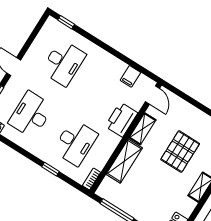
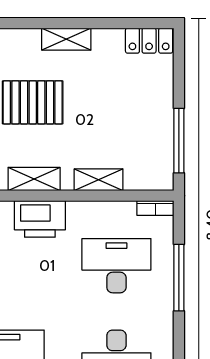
shelving: (124, 161) -> (99, 180), width x0.67, depth x0.75
window: (51, 169) -> (179, 278), width x2.17

